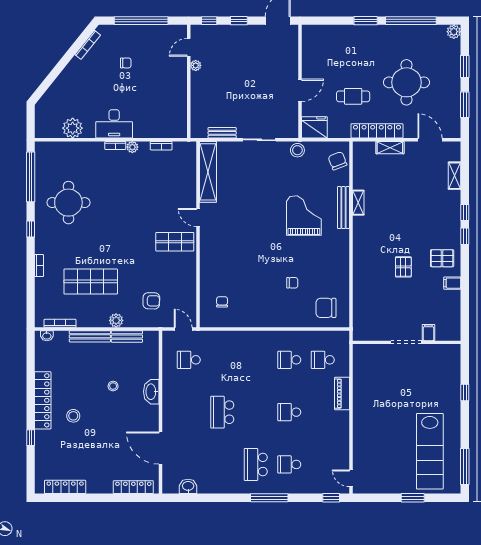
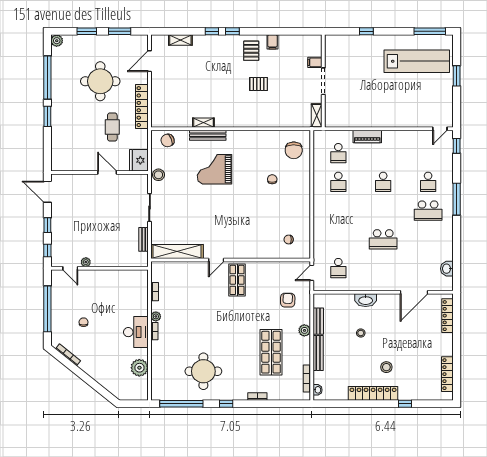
shelving: (390, 148) -> (317, 116), moved

